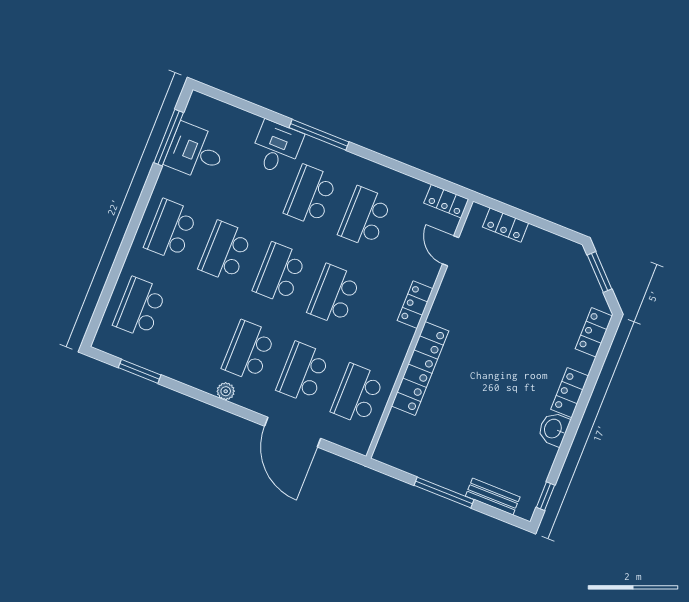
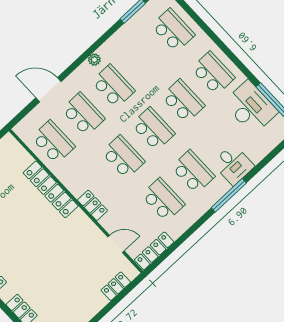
desk: (195, 152) -> (251, 107), width x1.37
locker: (446, 201) -> (154, 251), width x1.53
door: (293, 432) -> (48, 90), width x0.73

